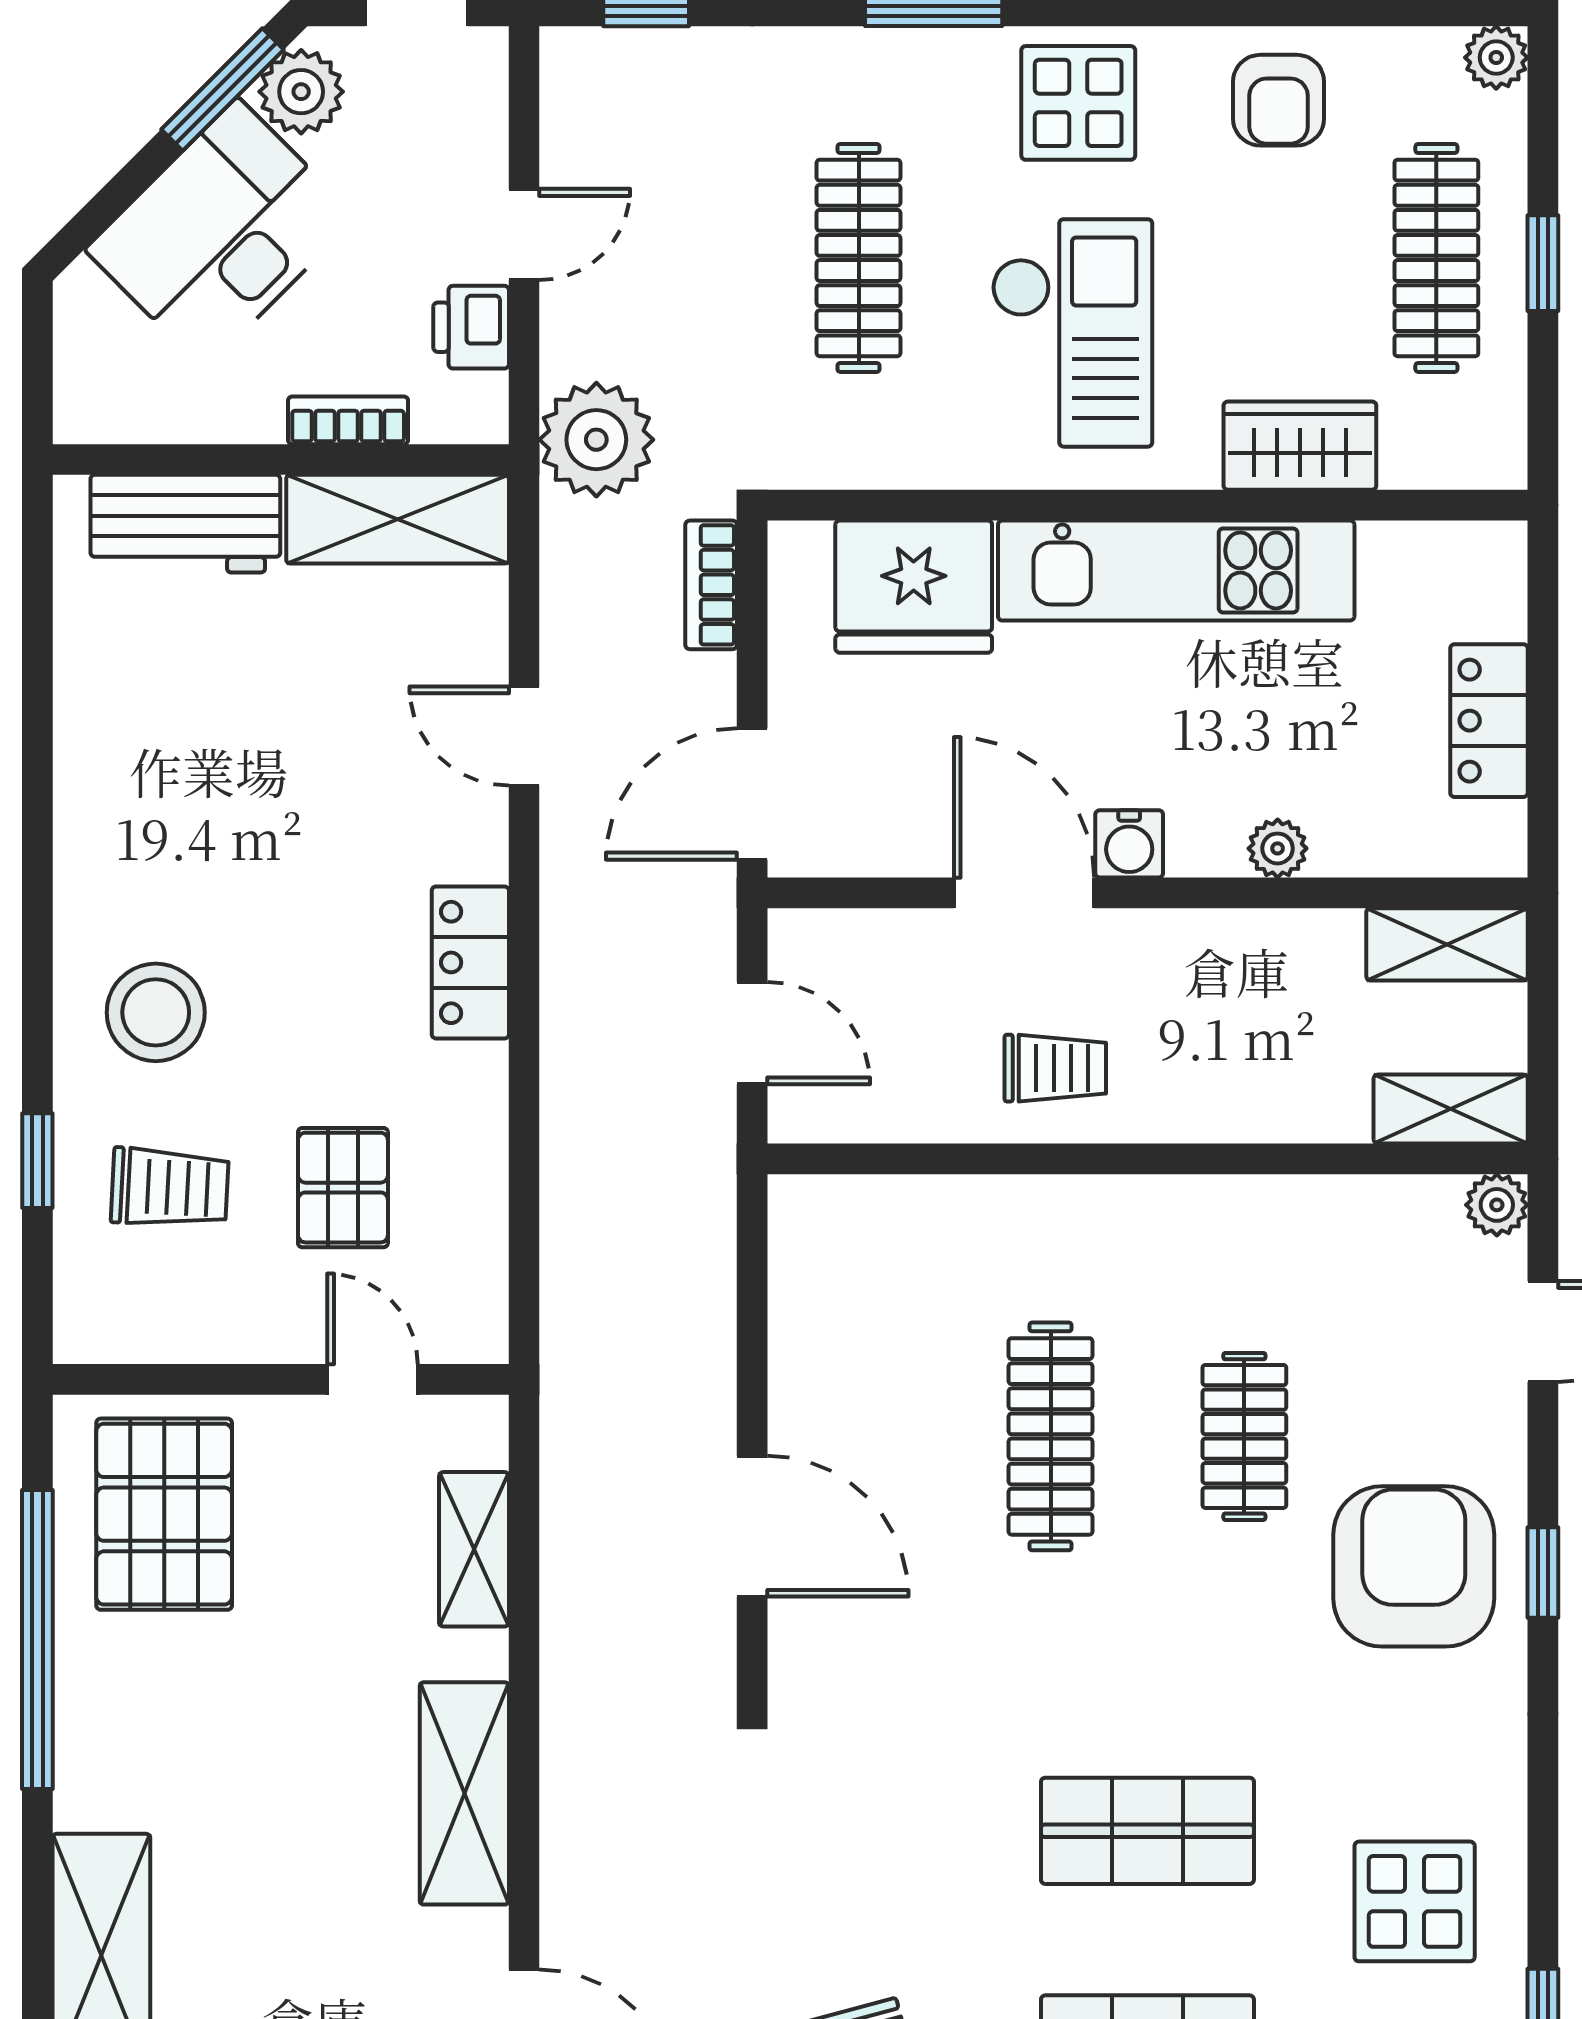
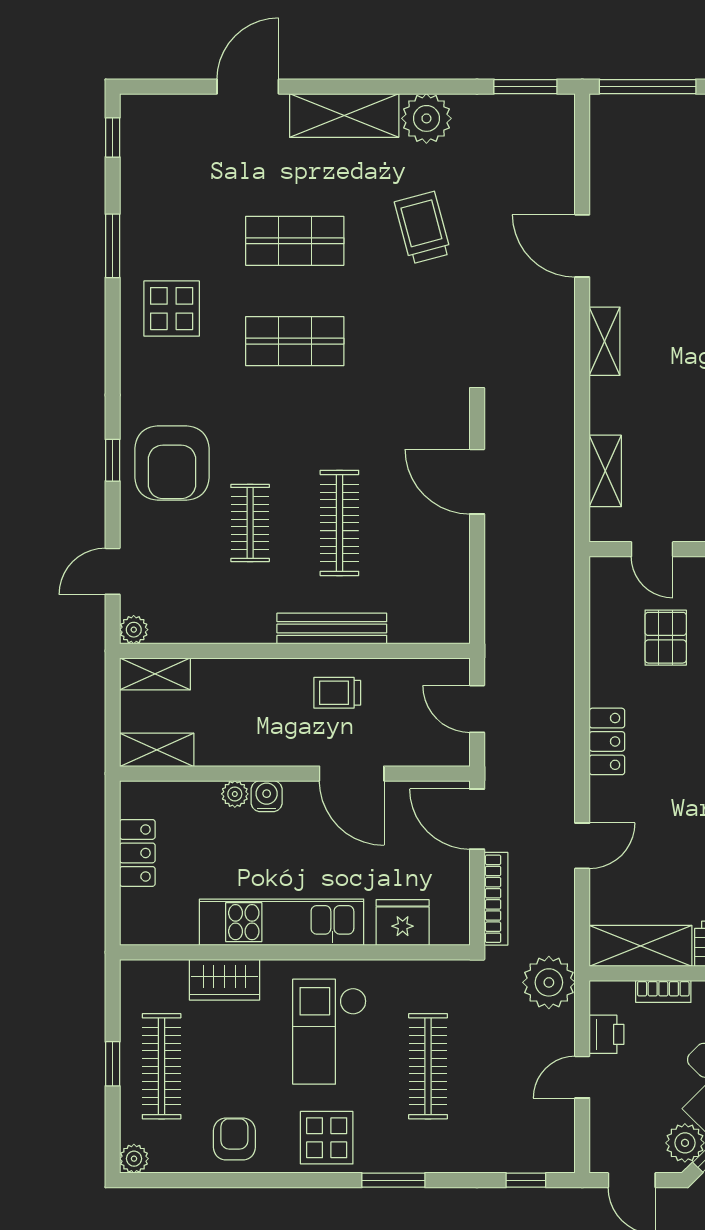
bookcase: (711, 585) -> (496, 899), width x1.56
fridge: (914, 587) -> (403, 922), width x0.73, depth x0.75
door: (524, 736) -> (582, 846), hinge flipped
door: (752, 794) -> (477, 819), swing flipped
water cooler: (1129, 844) -> (267, 796), moved
bench: (1067, 1207) -> (332, 629), added
shelving: (464, 1793) -> (605, 341), width x0.67, depth x0.75

